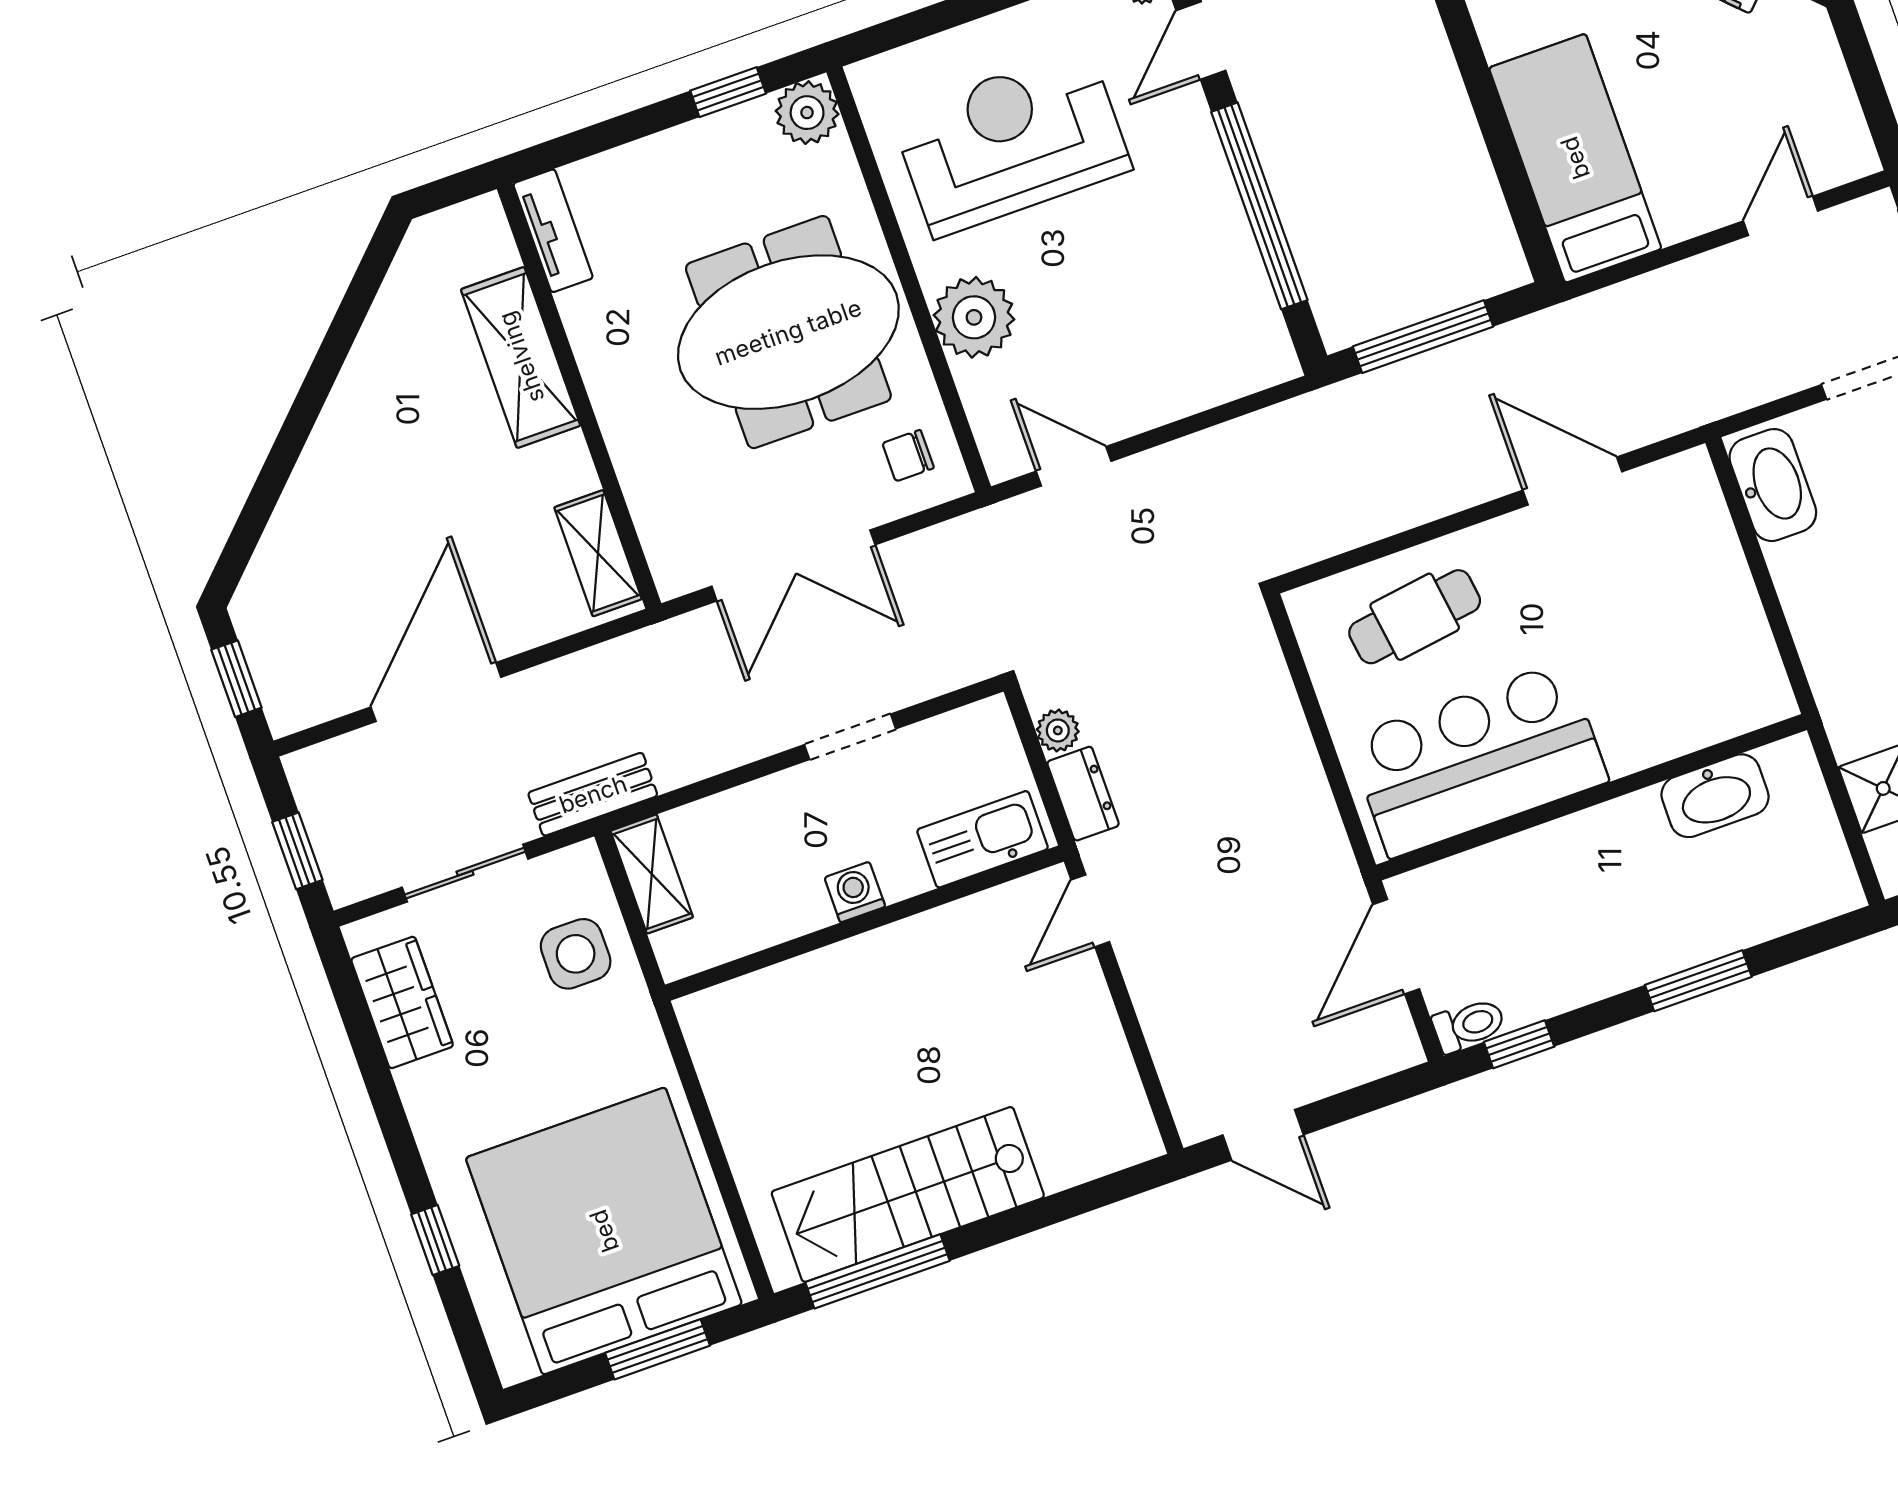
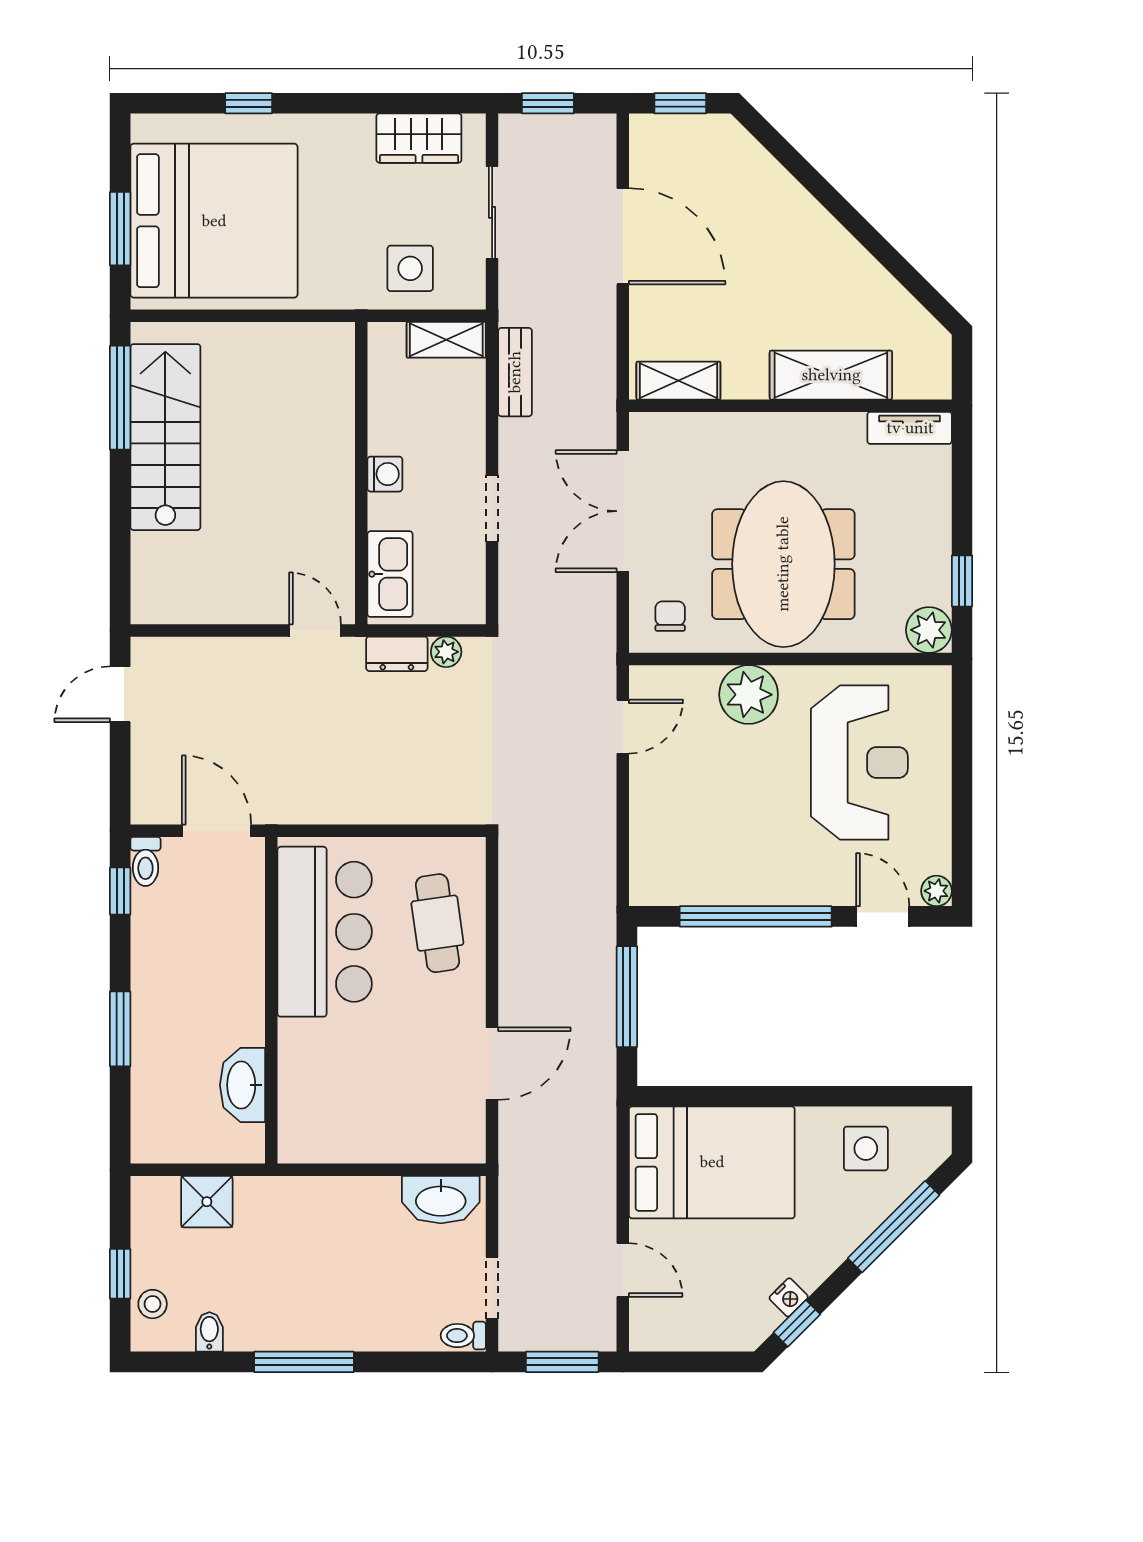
bed: (1575, 158) -> (712, 1162), width x1.50
bench: (593, 794) -> (515, 372), moved

